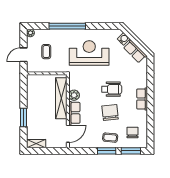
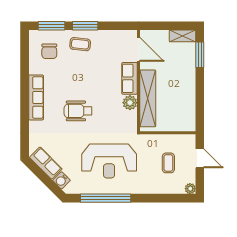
window: (67, 26) -> (106, 198), moved
door: (23, 55) -> (200, 158), hinge flipped
row of seats: (142, 99) -> (36, 97), width x1.48
chair: (110, 113) -> (80, 79), removed
window: (23, 117) -> (200, 55), moved
door: (68, 134) -> (139, 49), swing flipped

